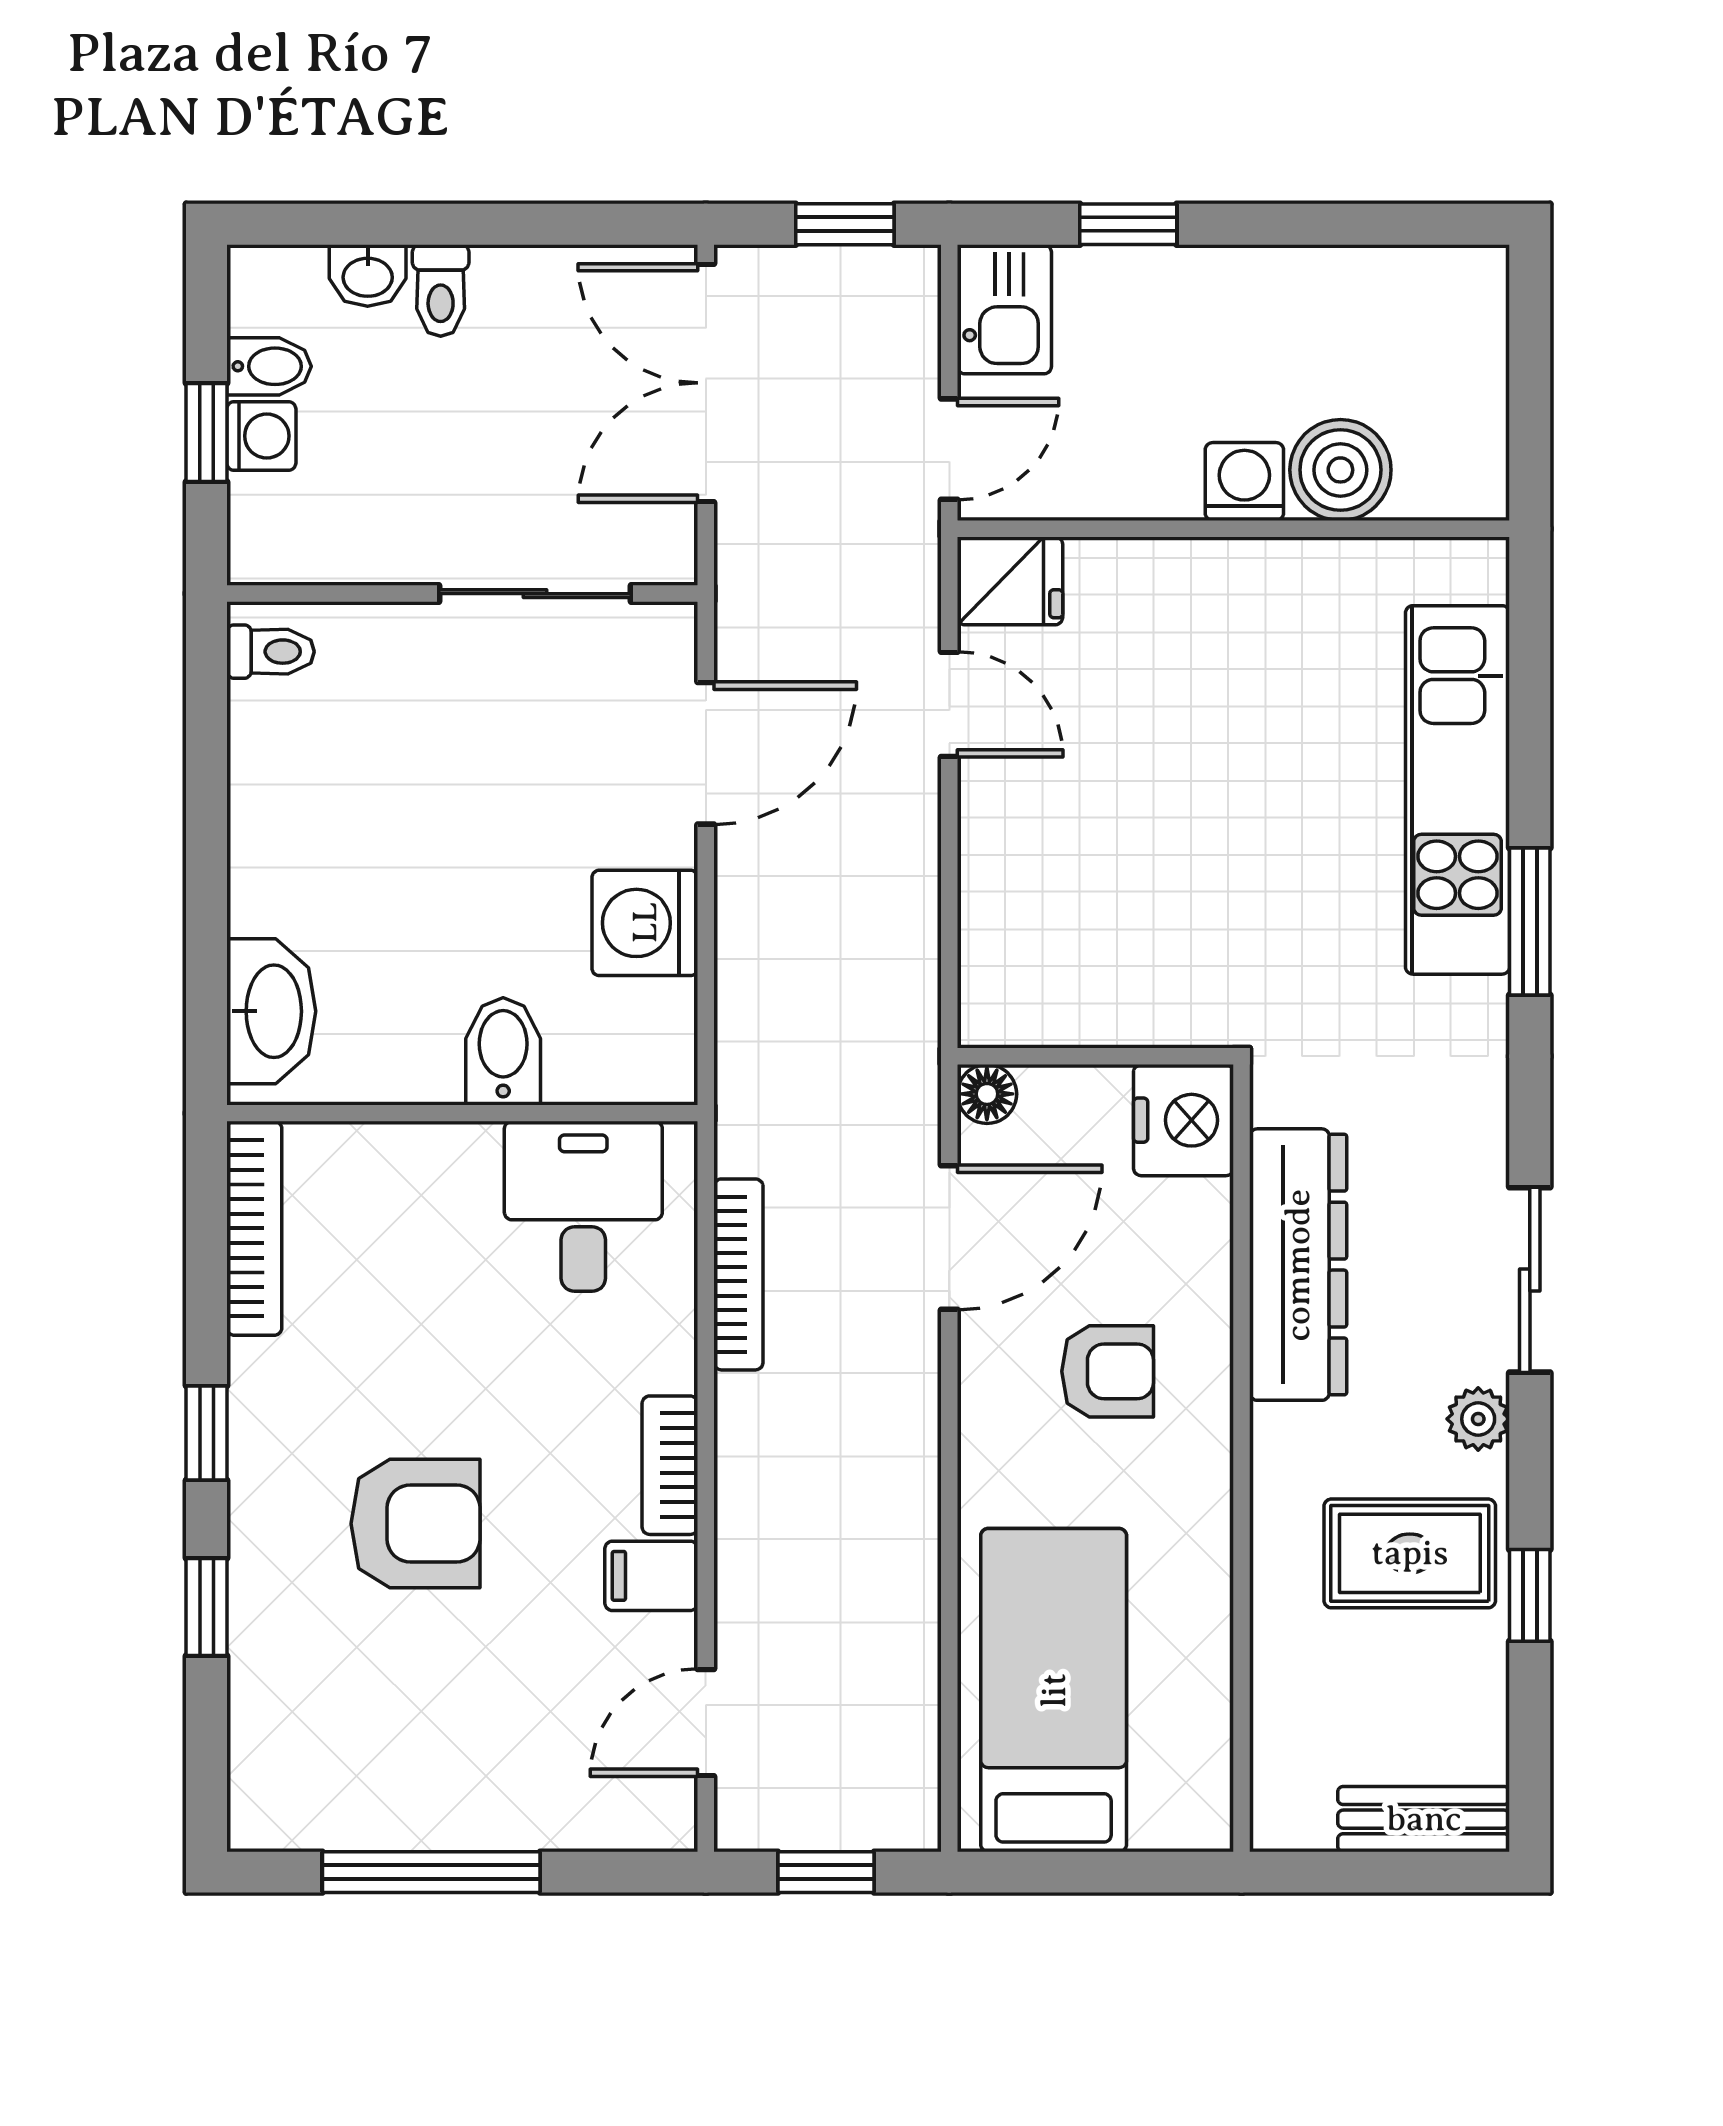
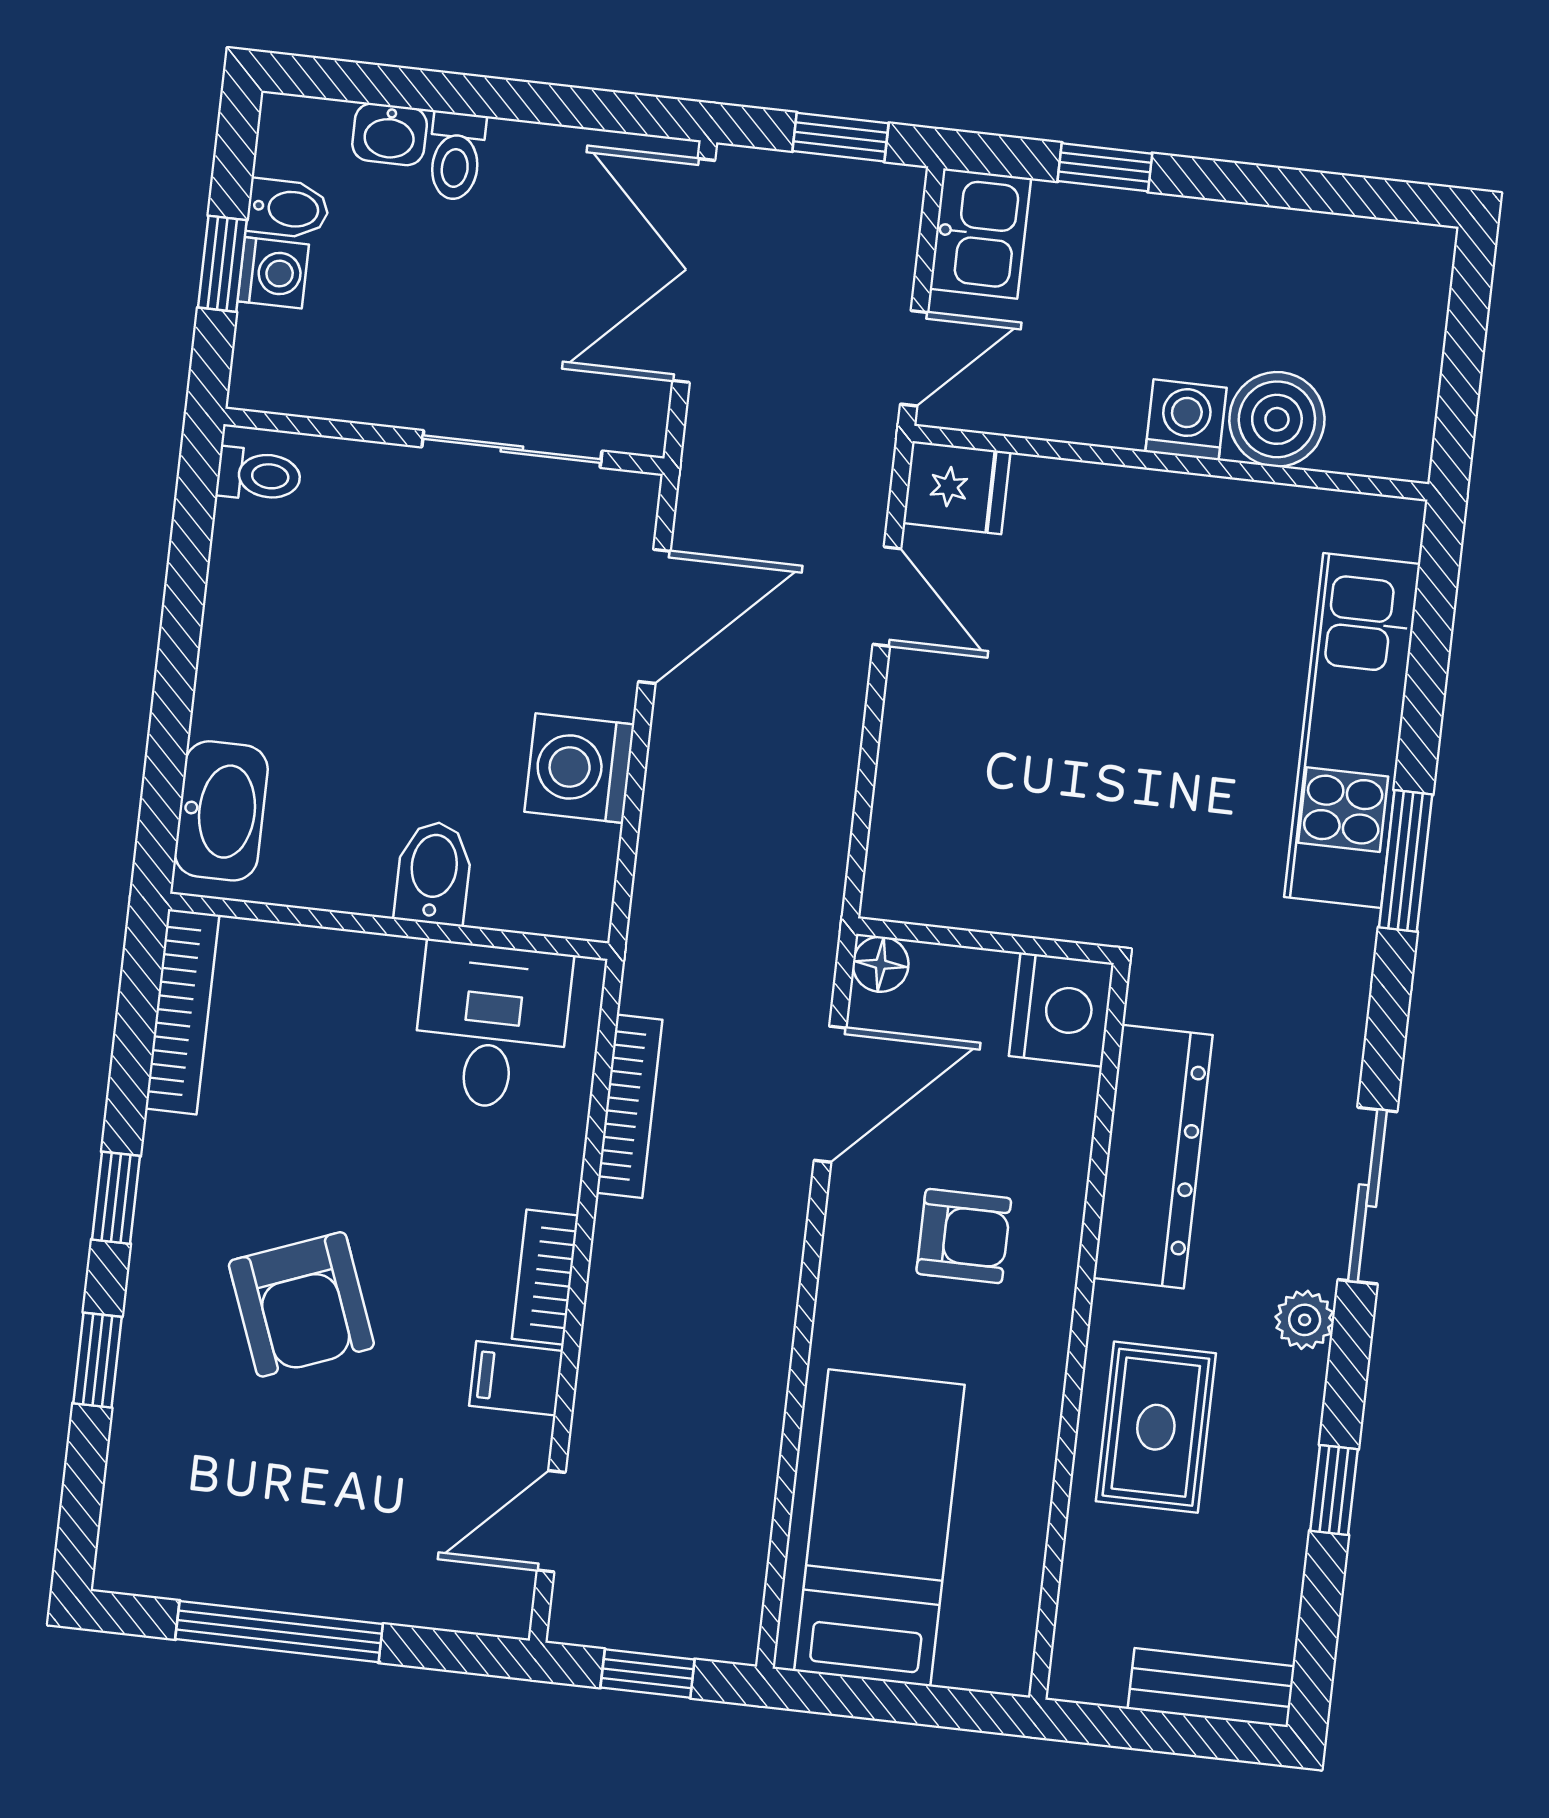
armchair: (415, 1524) -> (301, 1304), turned 69
rug: (1410, 1553) -> (1156, 1427), moved, turned 90

